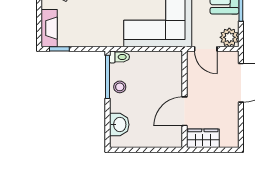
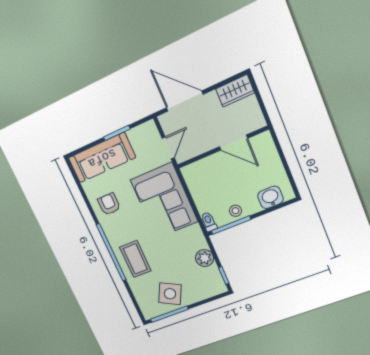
fireplace: (49, 28) -> (210, 290), removed
plant: (229, 37) -> (205, 258), moved
wardrobe: (203, 138) -> (235, 91), moved, turned -90

